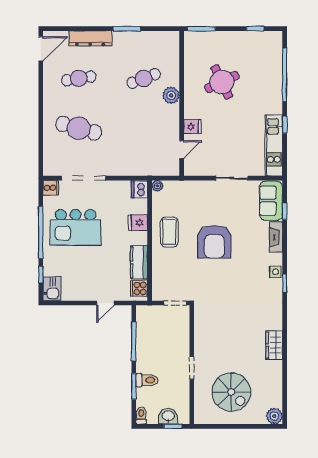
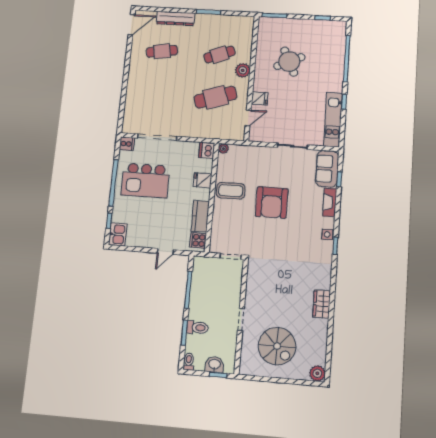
cafe table: (79, 128) -> (215, 97), moved, turned -33
coffee table: (169, 232) -> (231, 191), turned 90

